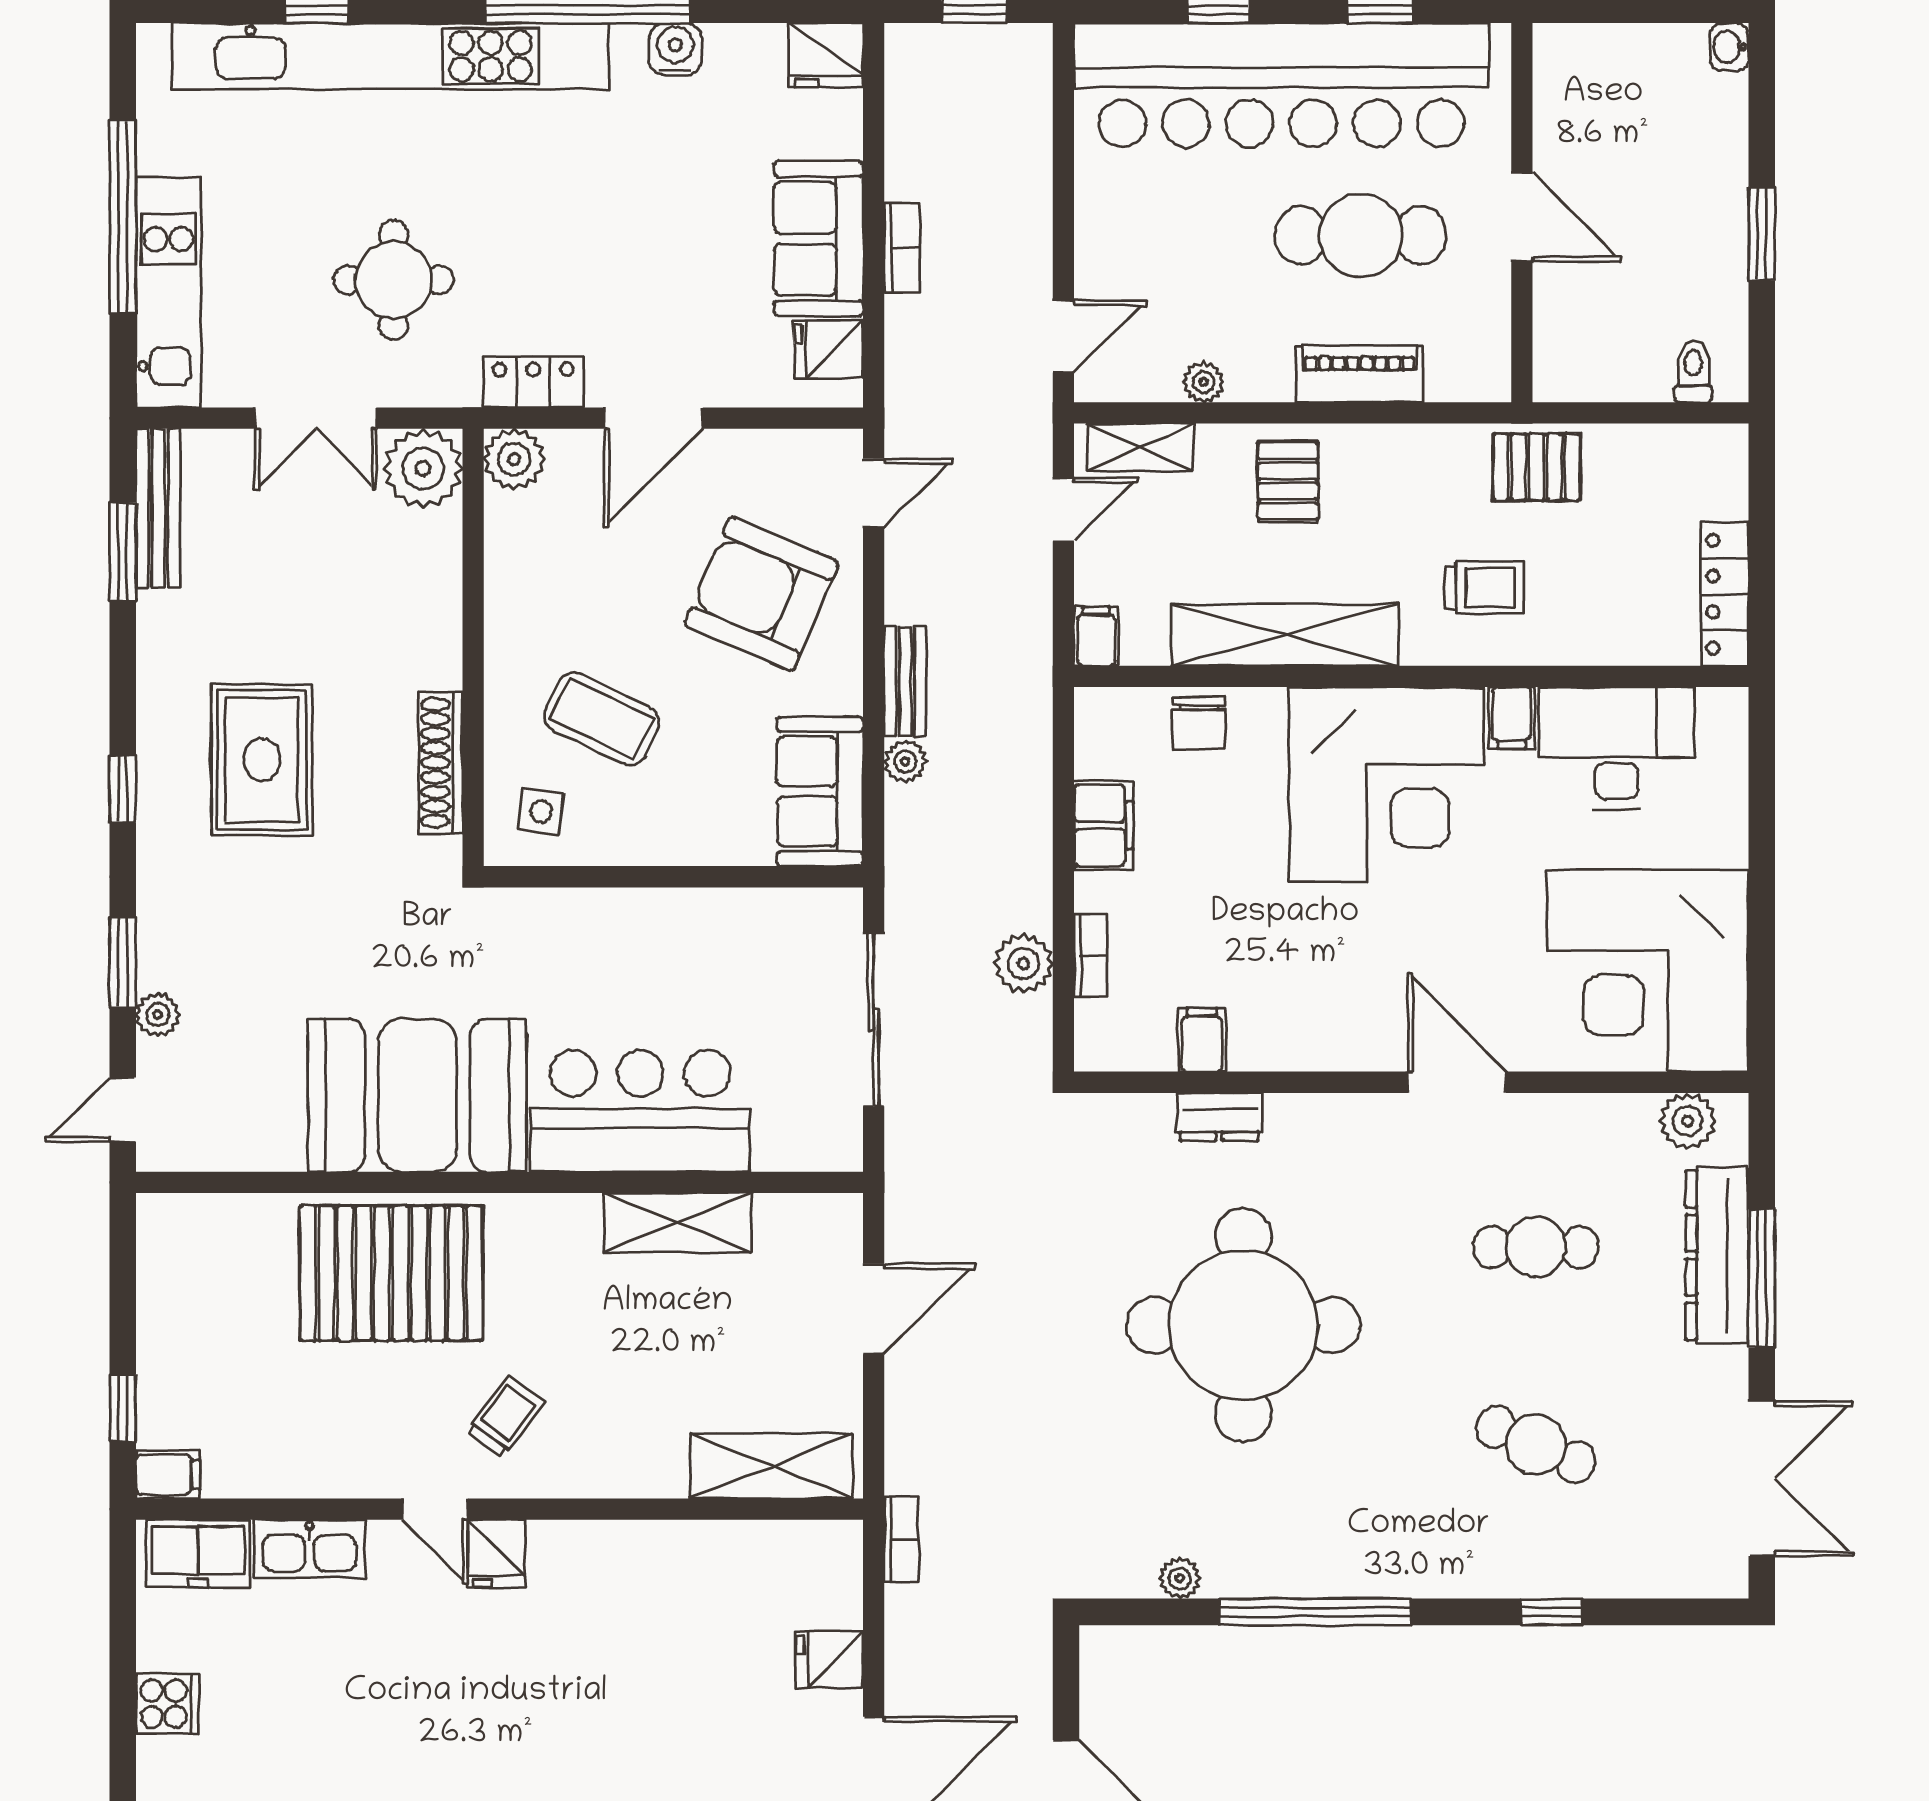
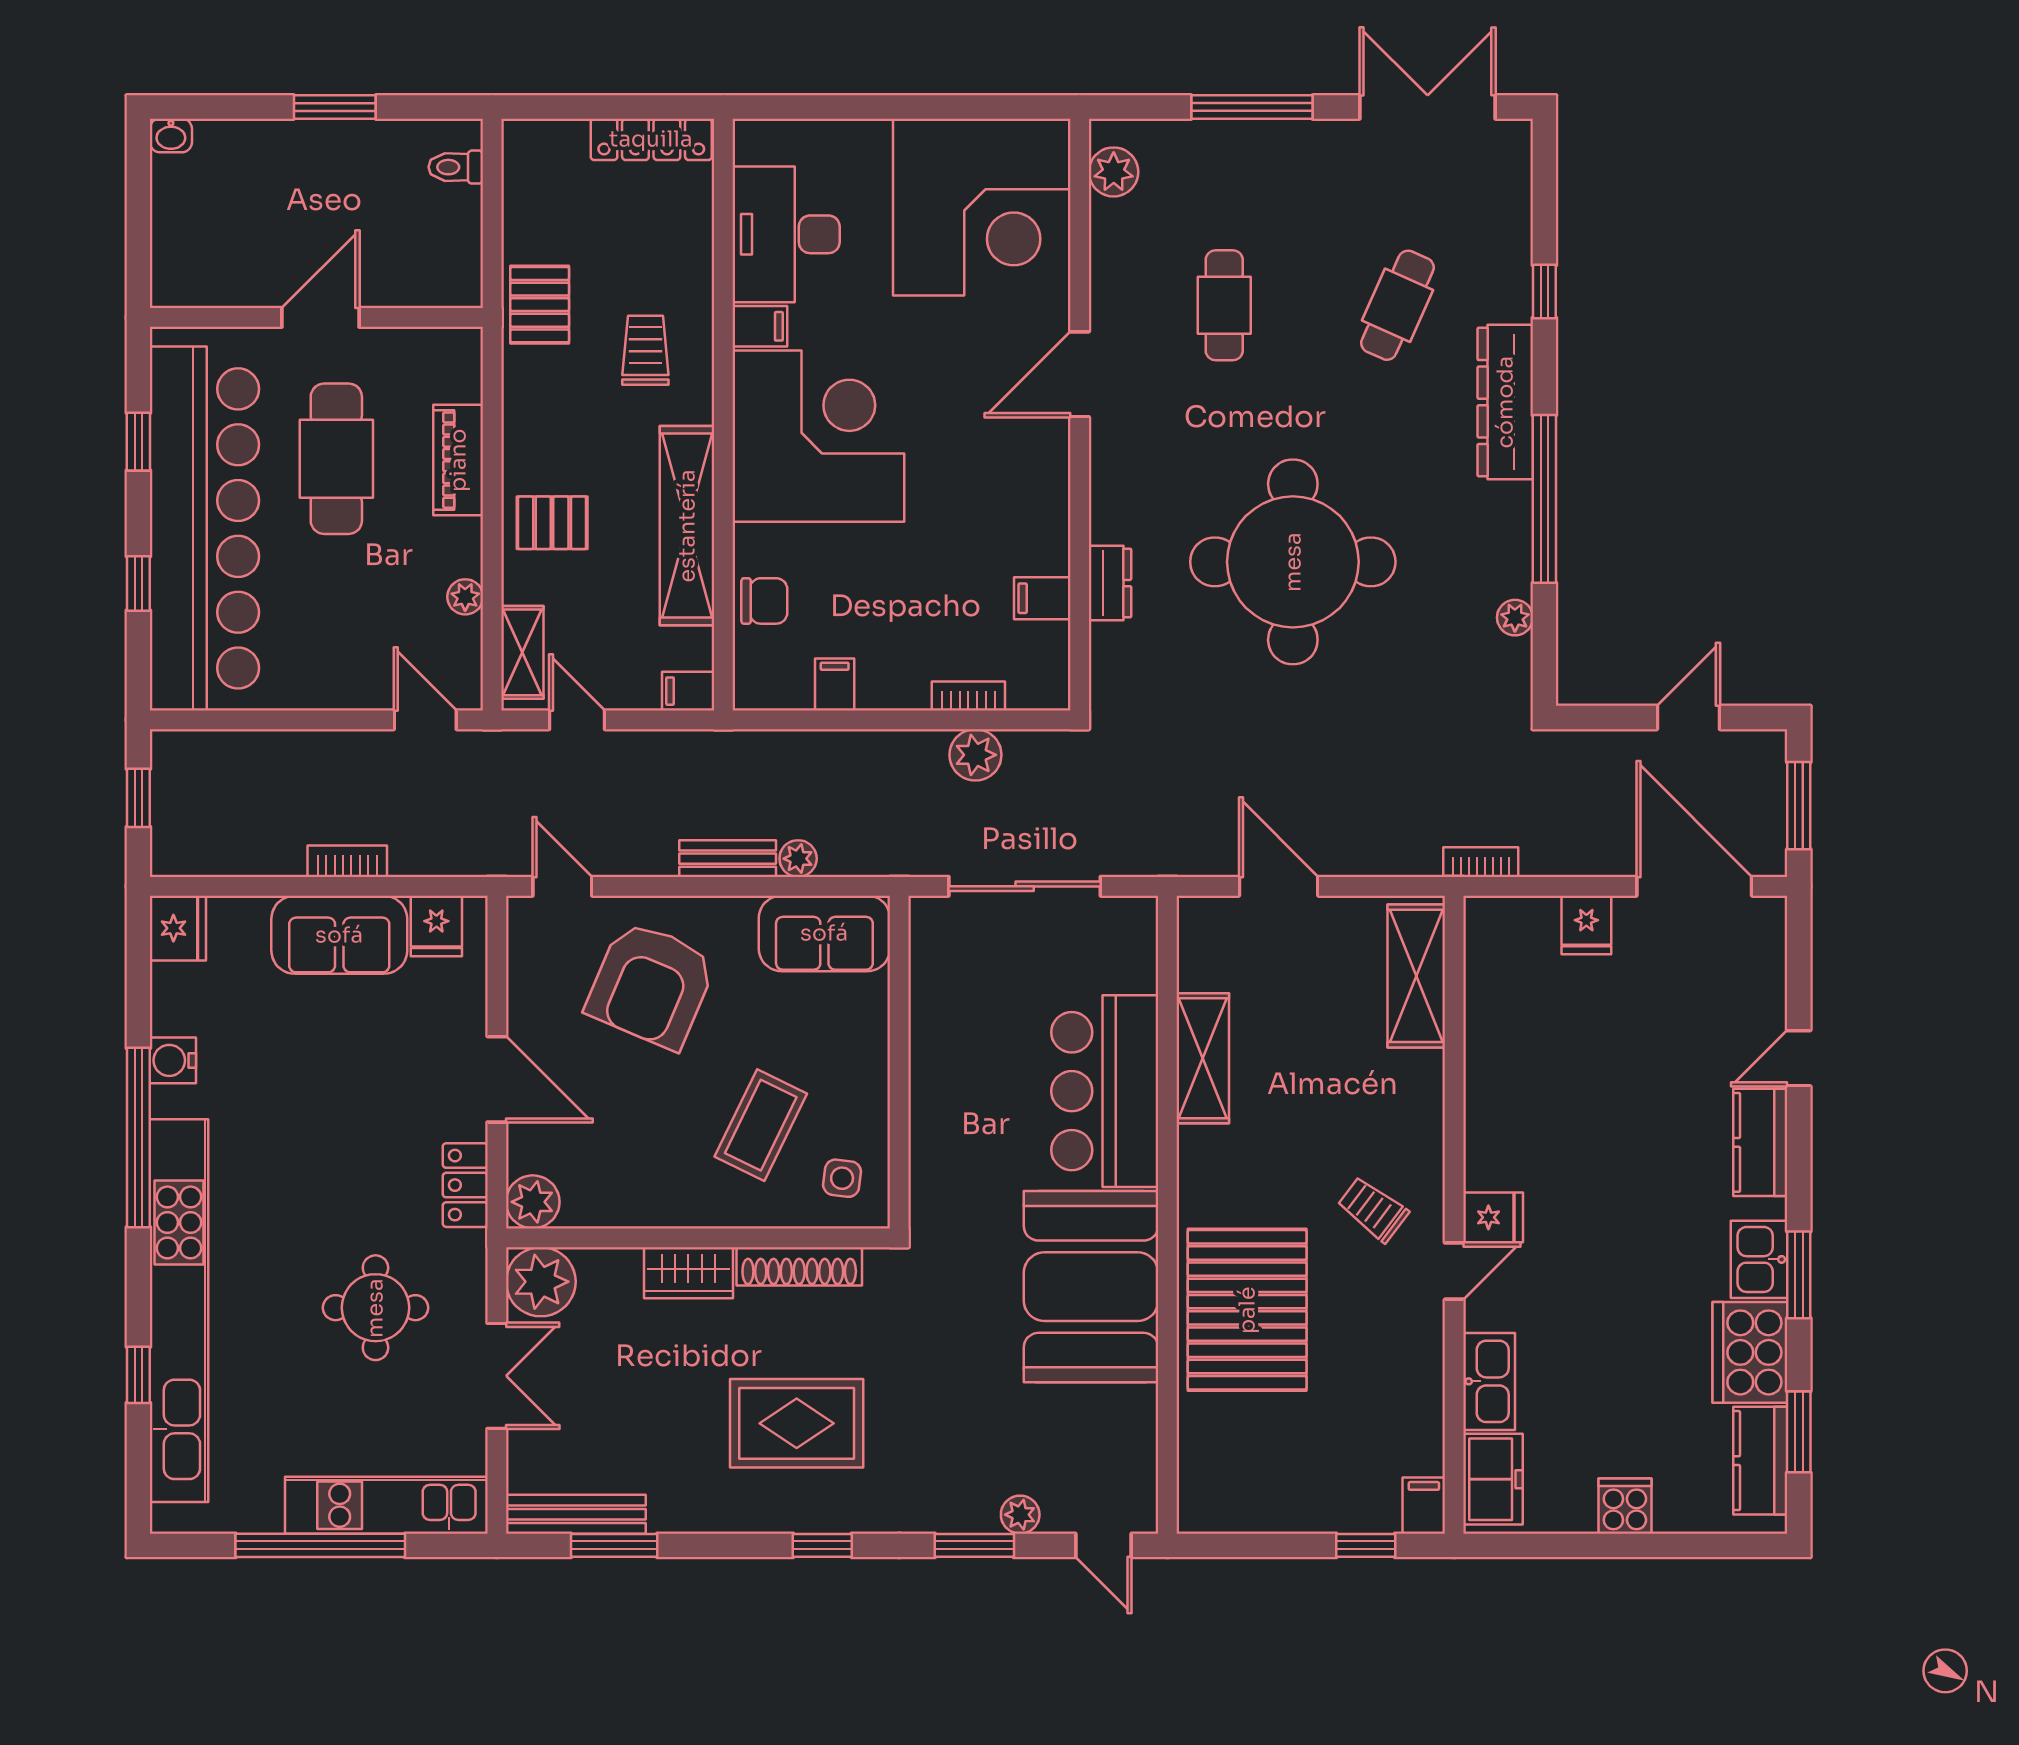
wardrobe: (433, 637) -> (688, 1273), added
filing cabinet: (1104, 825) -> (835, 684), width x0.50
dresser: (1717, 1255) -> (1505, 402), moved, turned 90

